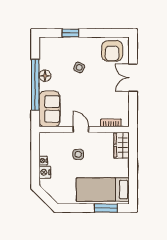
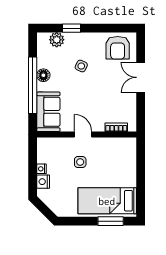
plant: (57, 44) -> (57, 40), added
wardrobe: (122, 145) -> (128, 152), removed

